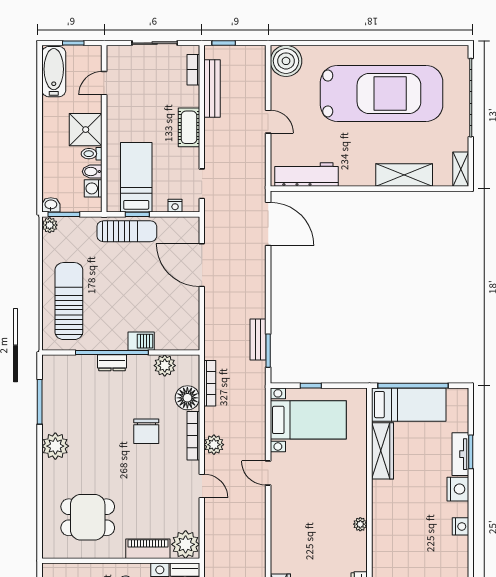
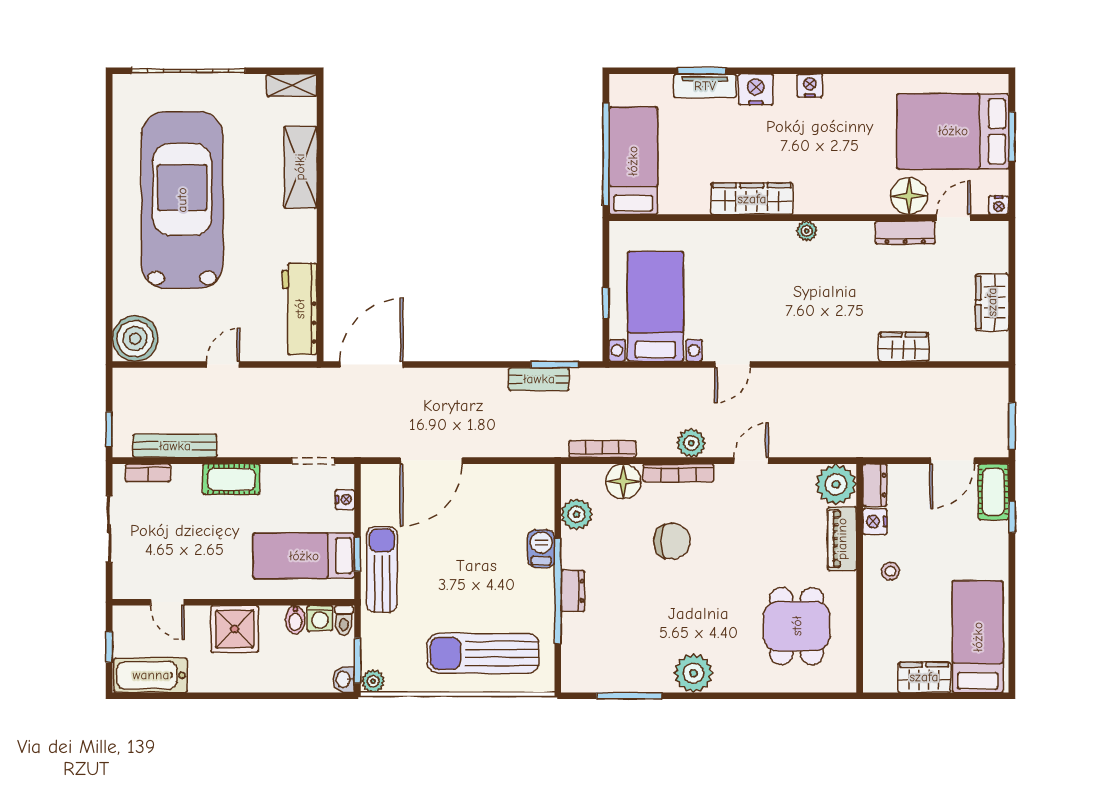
toilet: (92, 154) -> (344, 620), moved
wardrobe: (383, 451) -> (752, 199), moved

